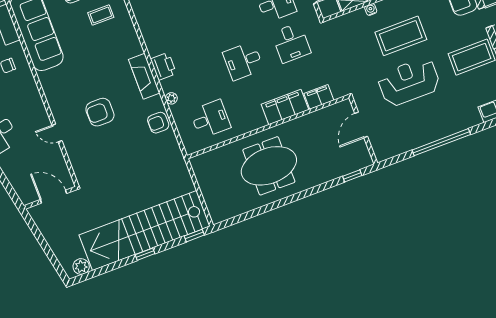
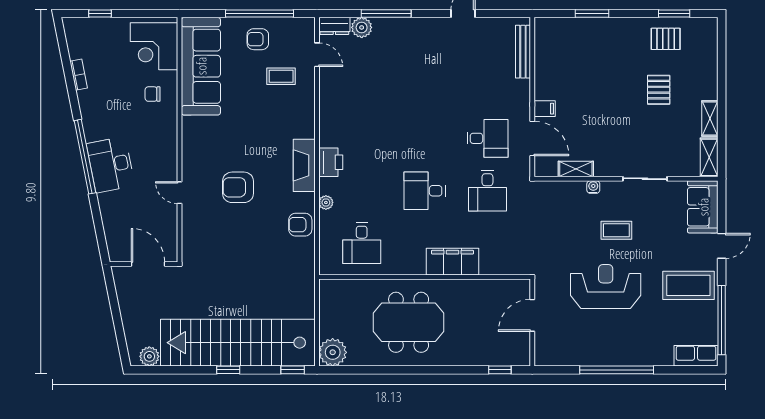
coffee table: (401, 36) -> (616, 230), width x0.54, depth x0.58
filing cabinet: (319, 97) -> (496, 265), removed
desk: (210, 119) -> (362, 243), turned 90
plant: (220, 211) -> (333, 352), added

